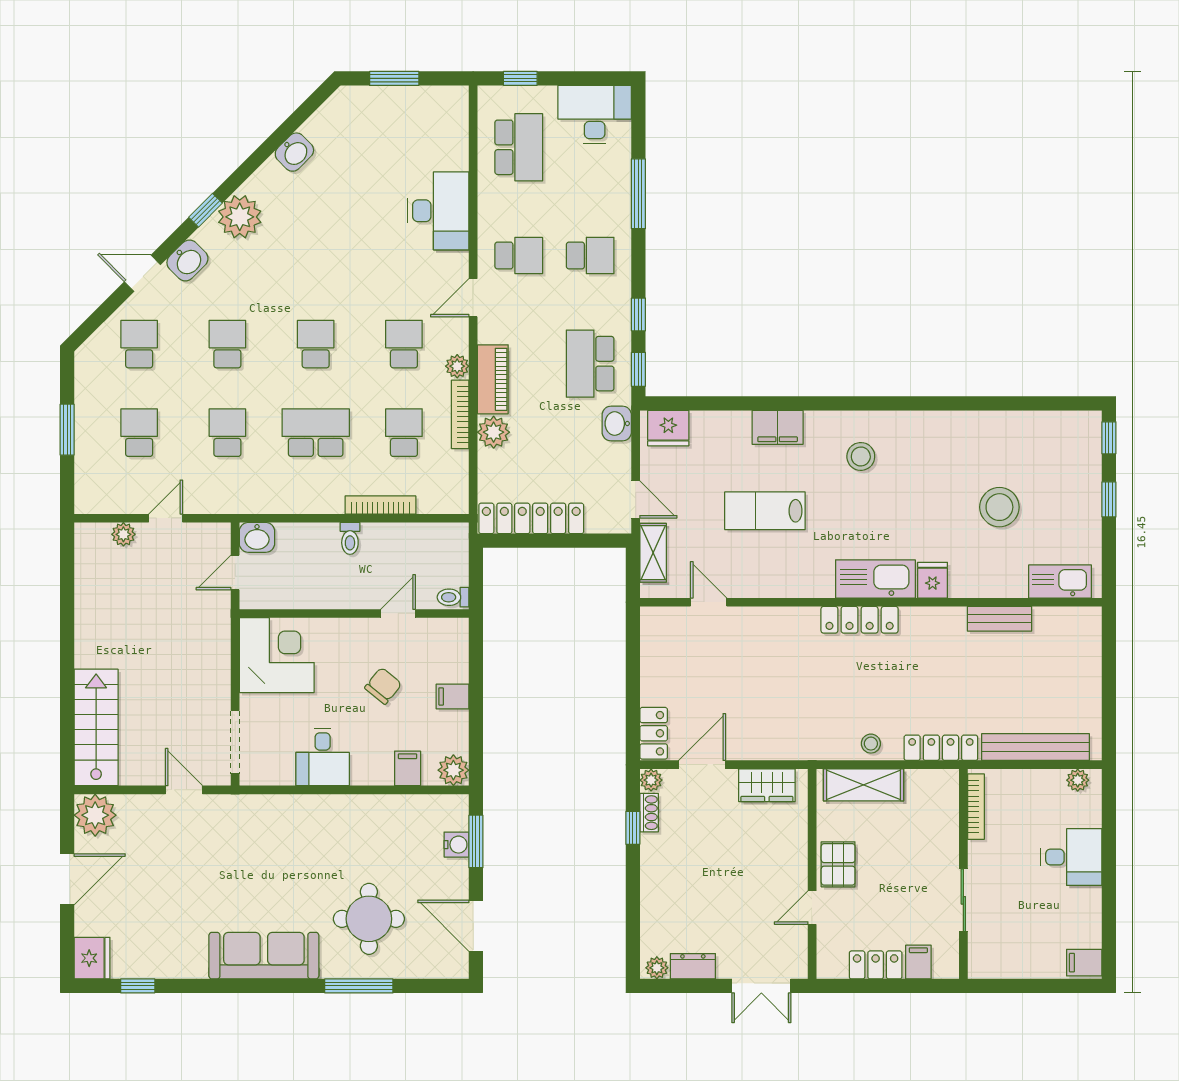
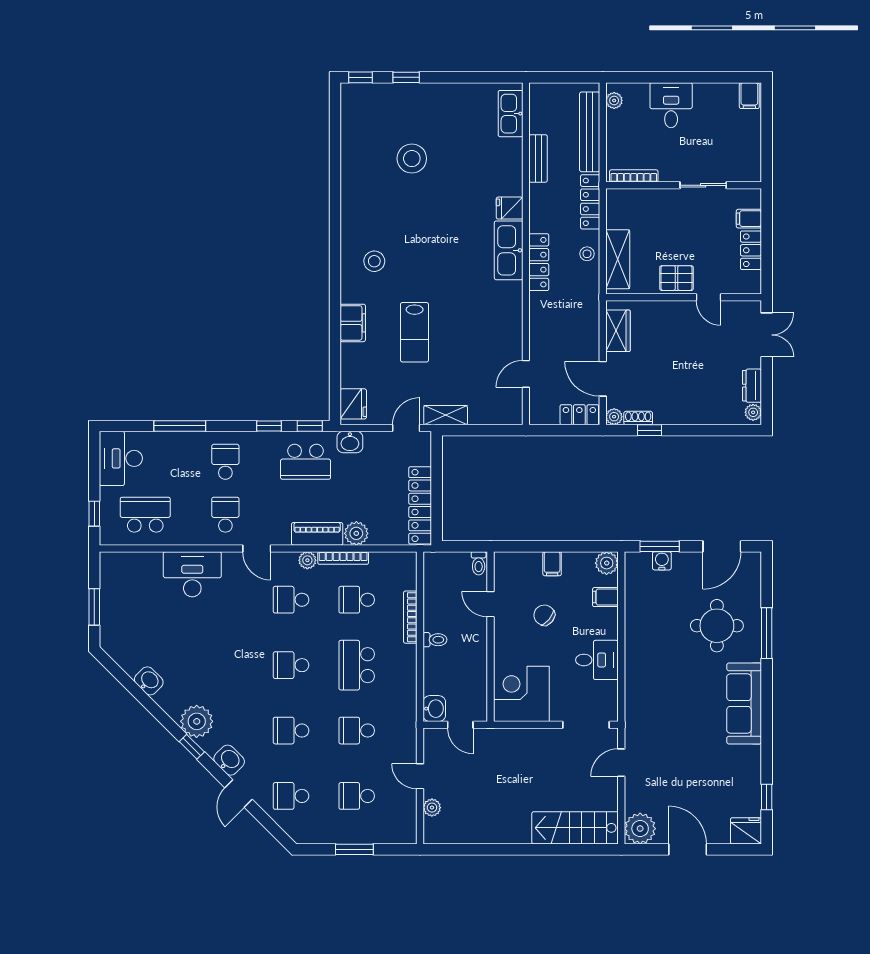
kitchen sink: (875, 579) -> (509, 250), moved
fridge: (933, 580) -> (510, 208), moved
kitchen sink: (1060, 582) -> (511, 114), moved
door: (709, 602) -> (526, 374), moved
wall: (871, 602) -> (526, 254), moved
bench: (999, 619) -> (538, 158), moved
locker: (860, 620) -> (539, 262), moved

